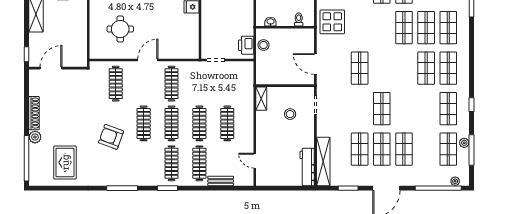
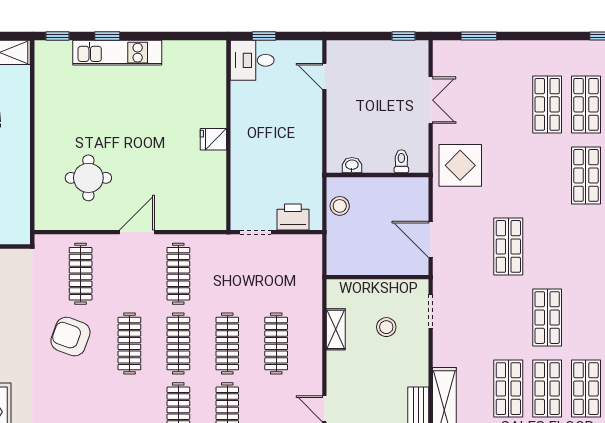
printer: (246, 45) -> (293, 217), moved, turned 90
shelving: (261, 99) -> (336, 329), moved
armchair: (111, 137) -> (70, 337), moved

